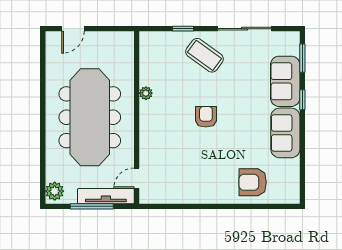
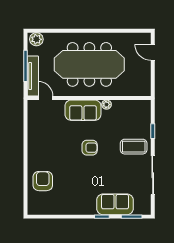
coffee table: (204, 55) -> (134, 147), turned 54
sofa: (285, 133) -> (83, 110), moved, turned 180

